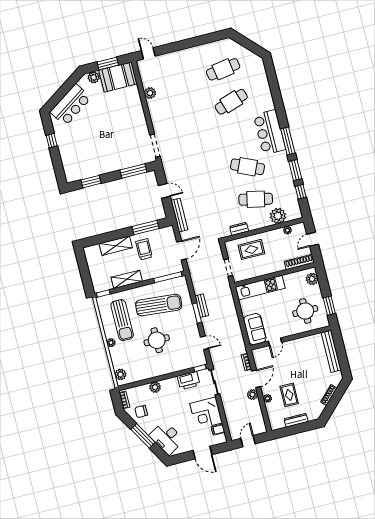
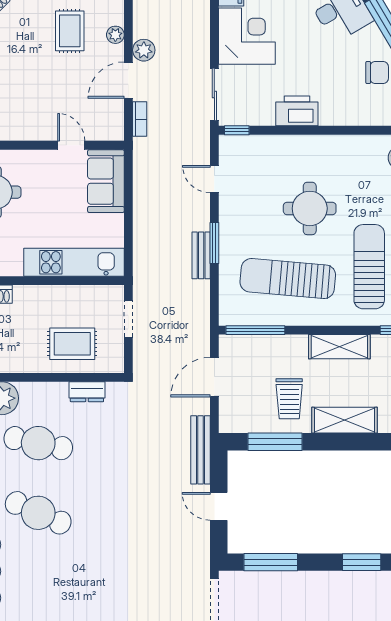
door: (275, 342) -> (71, 145), hinge flipped
printer: (189, 381) -> (297, 111), moved
plant: (155, 387) -> (337, 114), removed

